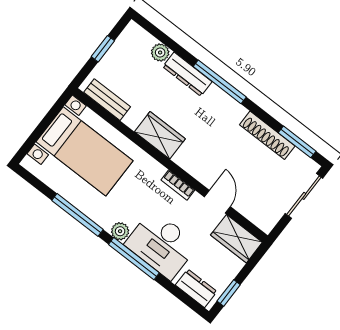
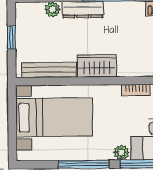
bench: (107, 100) -> (49, 70), width x1.36

